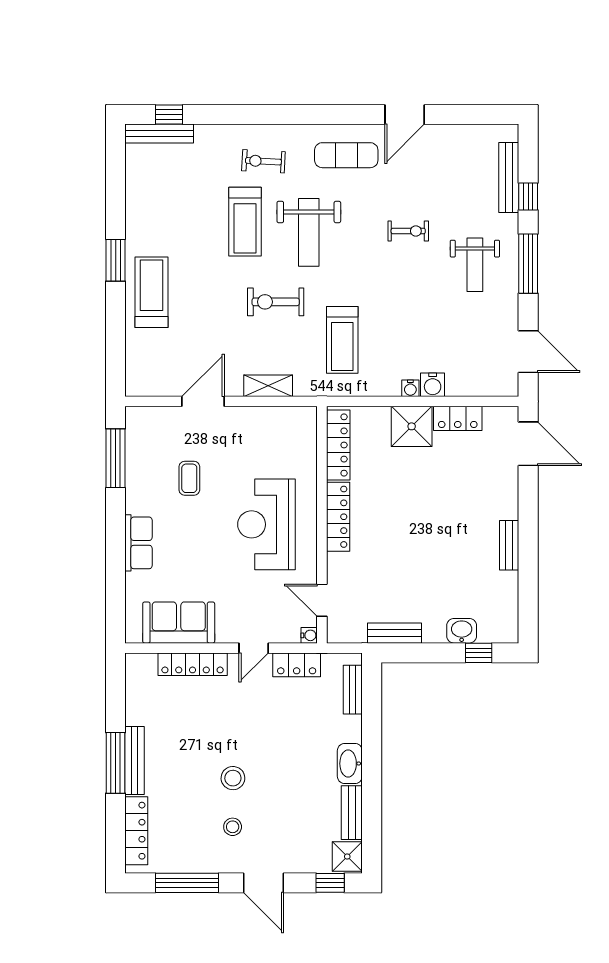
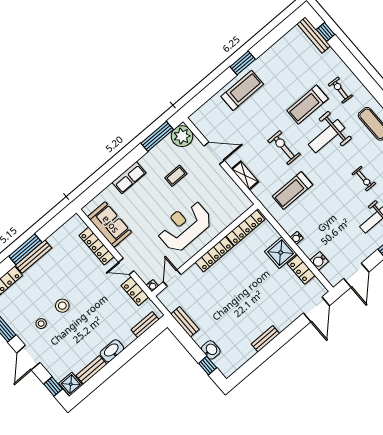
water cooler: (433, 385) -> (319, 261), moved
plant: (144, 425) -> (182, 136), added

